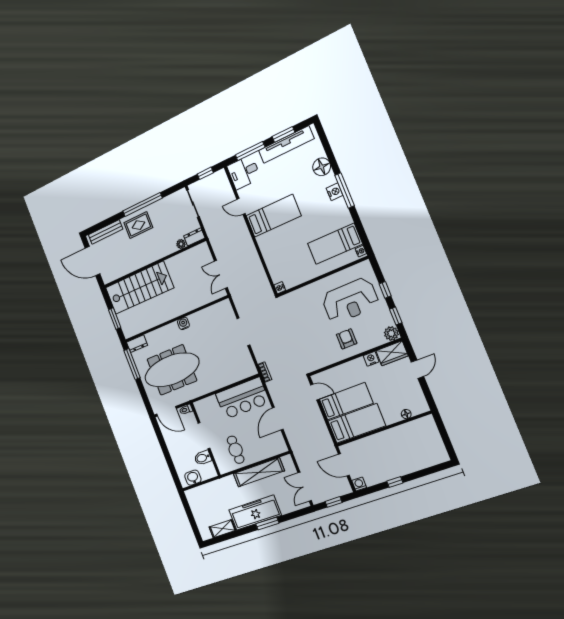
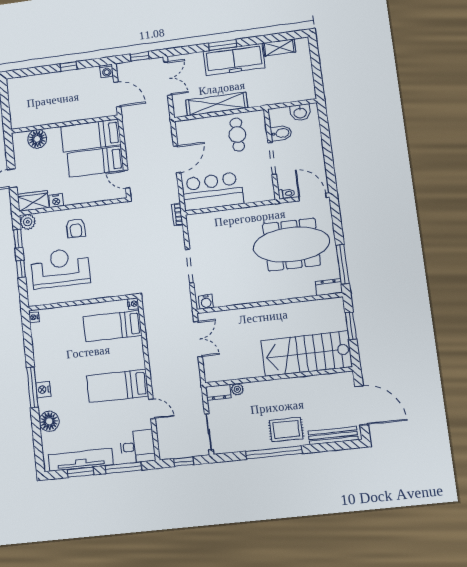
bed: (335, 244) -> (112, 326), moved, turned 180
water cooler: (183, 323) -> (206, 302), moved
floor lamp: (406, 414) -> (37, 139), width x1.89, depth x1.89

